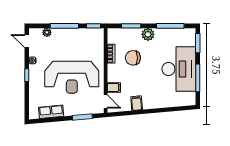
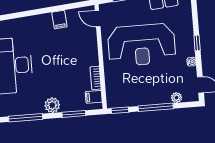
chair: (133, 58) -> (68, 75), removed
reception desk: (72, 77) -> (142, 45), turned 180
filing cabinet: (114, 87) -> (94, 97), moved

